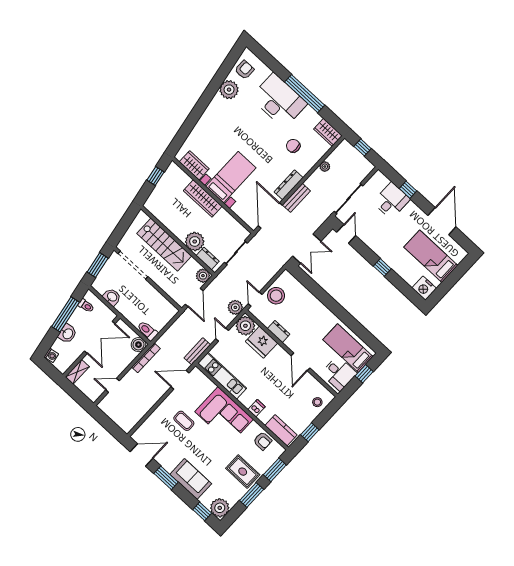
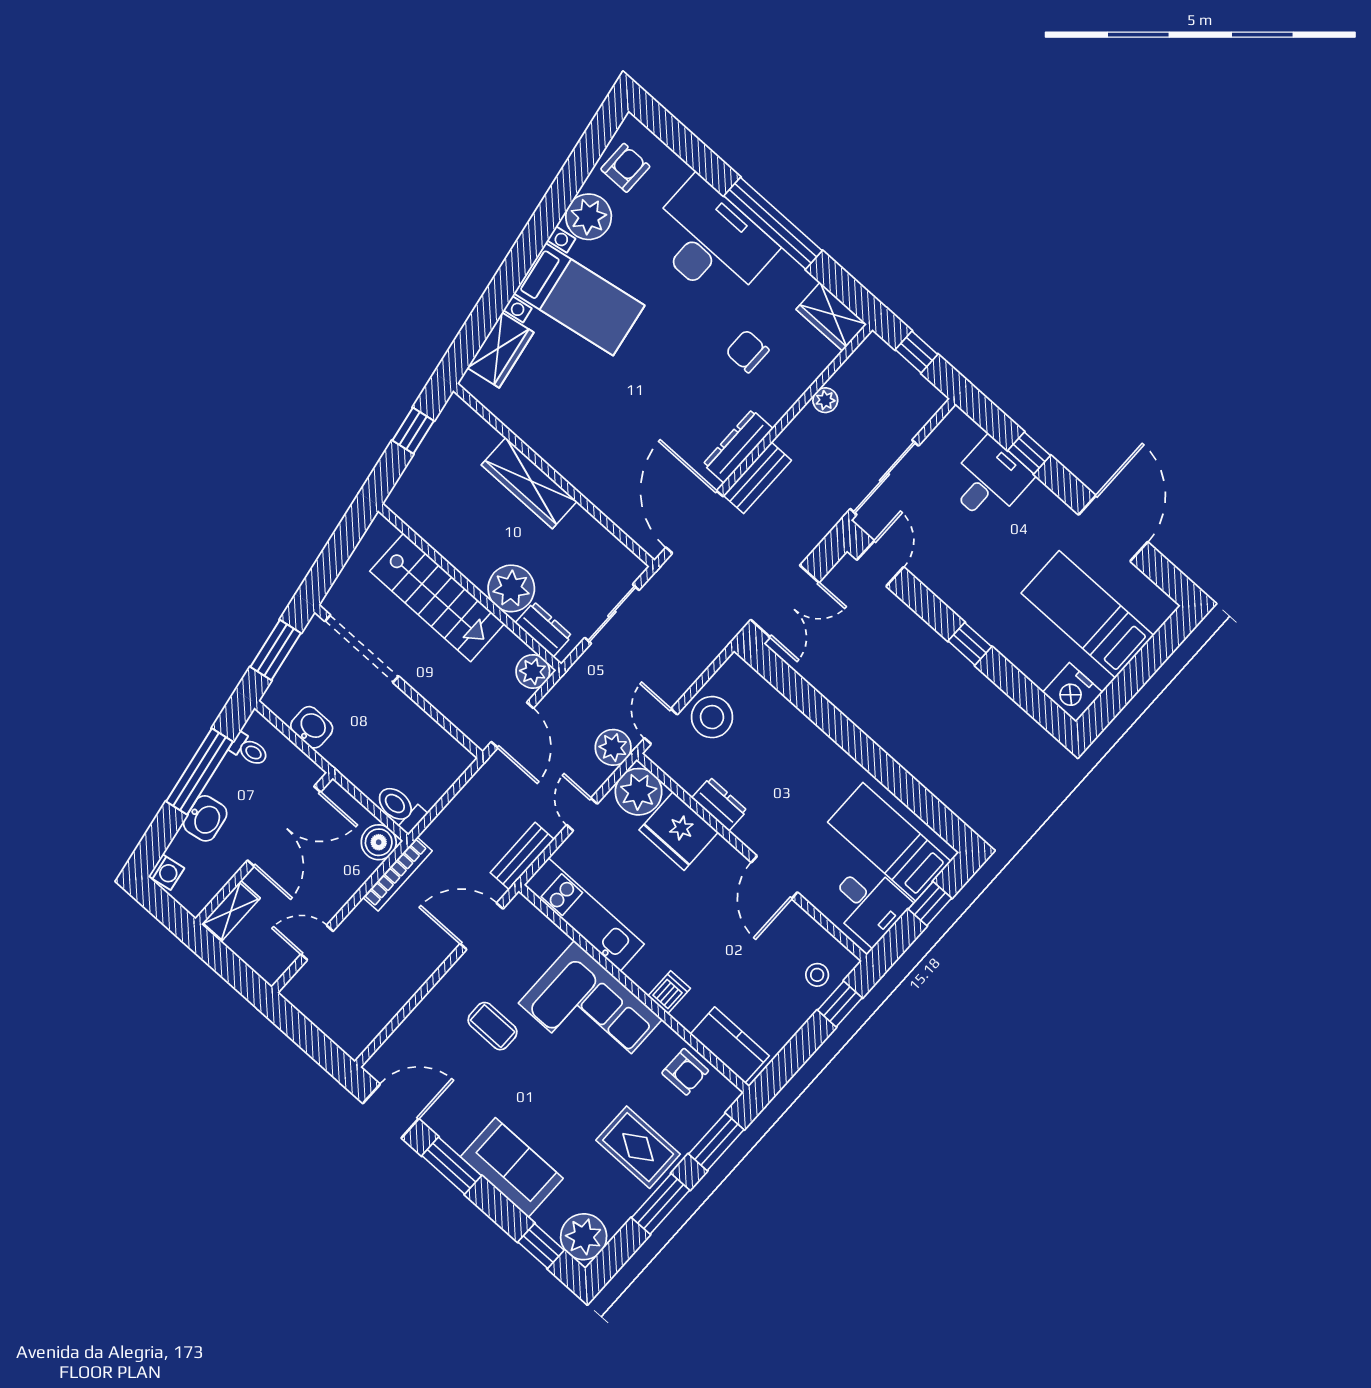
wardrobe: (194, 165) -> (501, 350), moved, turned 80
bed with nightstands: (231, 177) -> (579, 299), moved, turned 80
window: (310, 432) -> (840, 1004), moved

